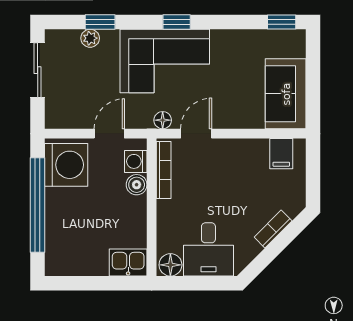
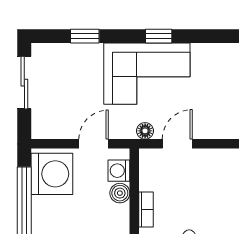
plant: (90, 38) -> (75, 52), removed
bookcase: (164, 170) -> (146, 210), moved, width x0.64

